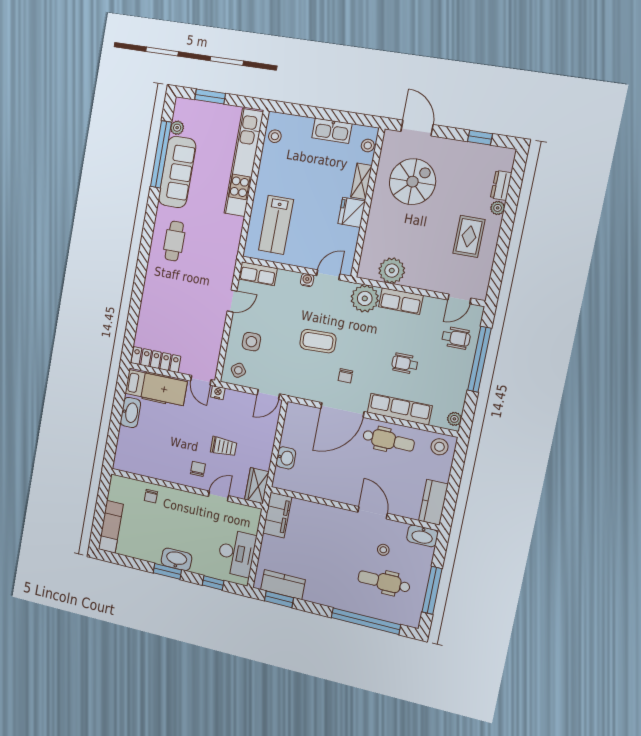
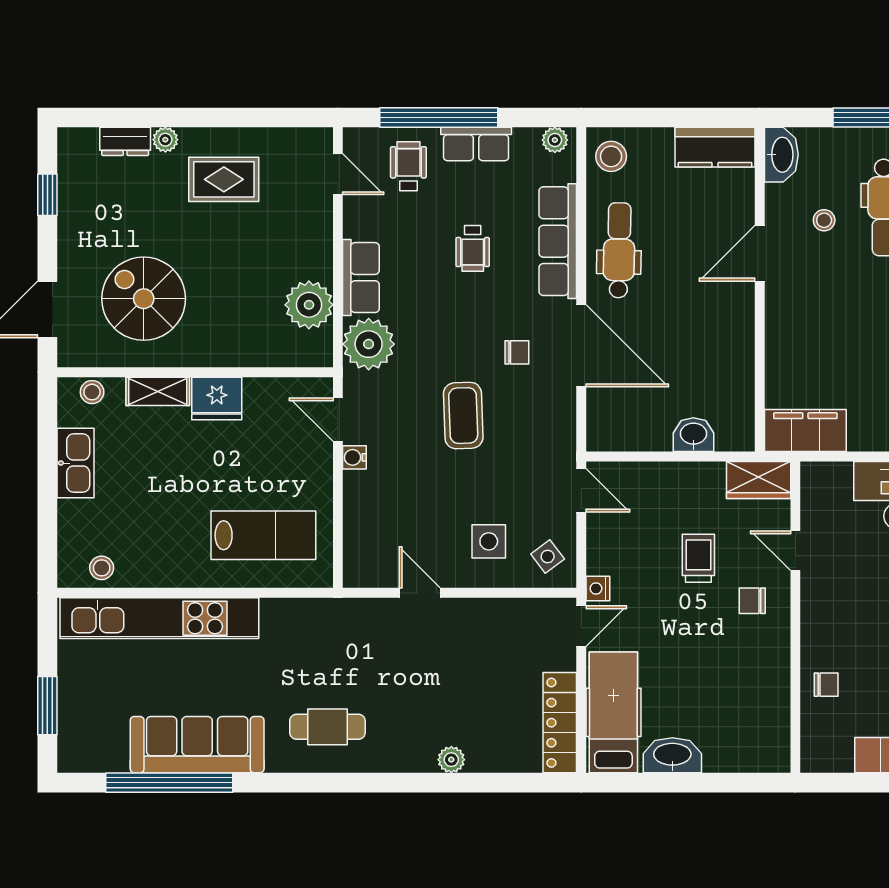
plant: (177, 128) -> (451, 760), moved
row of seats: (258, 274) -> (476, 144), moved, turned 90

